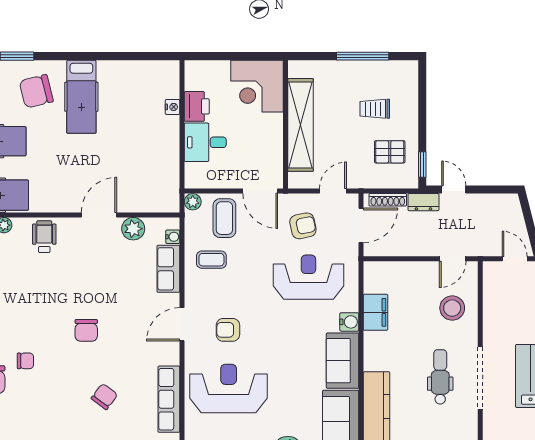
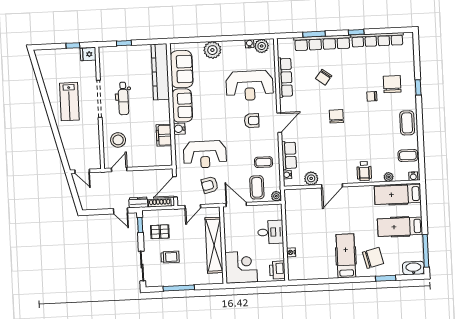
sliding door: (422, 96) -> (142, 266), added
printer: (197, 106) -> (277, 270), moved

